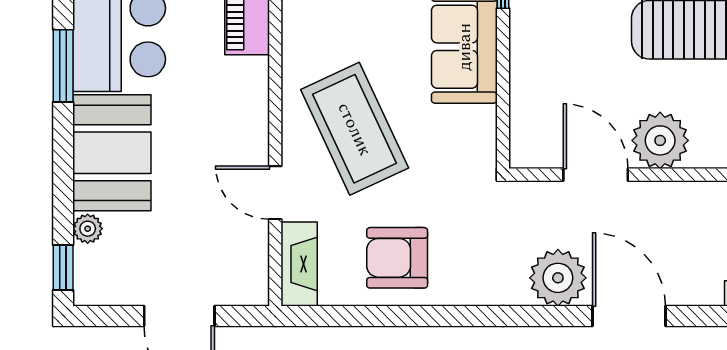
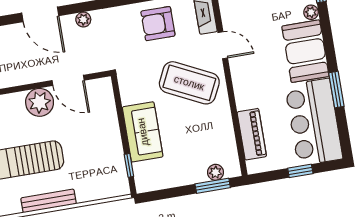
coffee table: (355, 129) -> (189, 83), turned -39
armchair: (397, 258) -> (158, 24), turned 180
plant: (558, 278) -> (83, 20), width x0.53, depth x0.53

